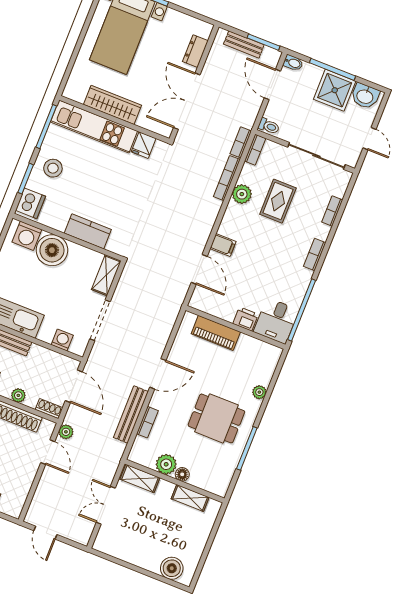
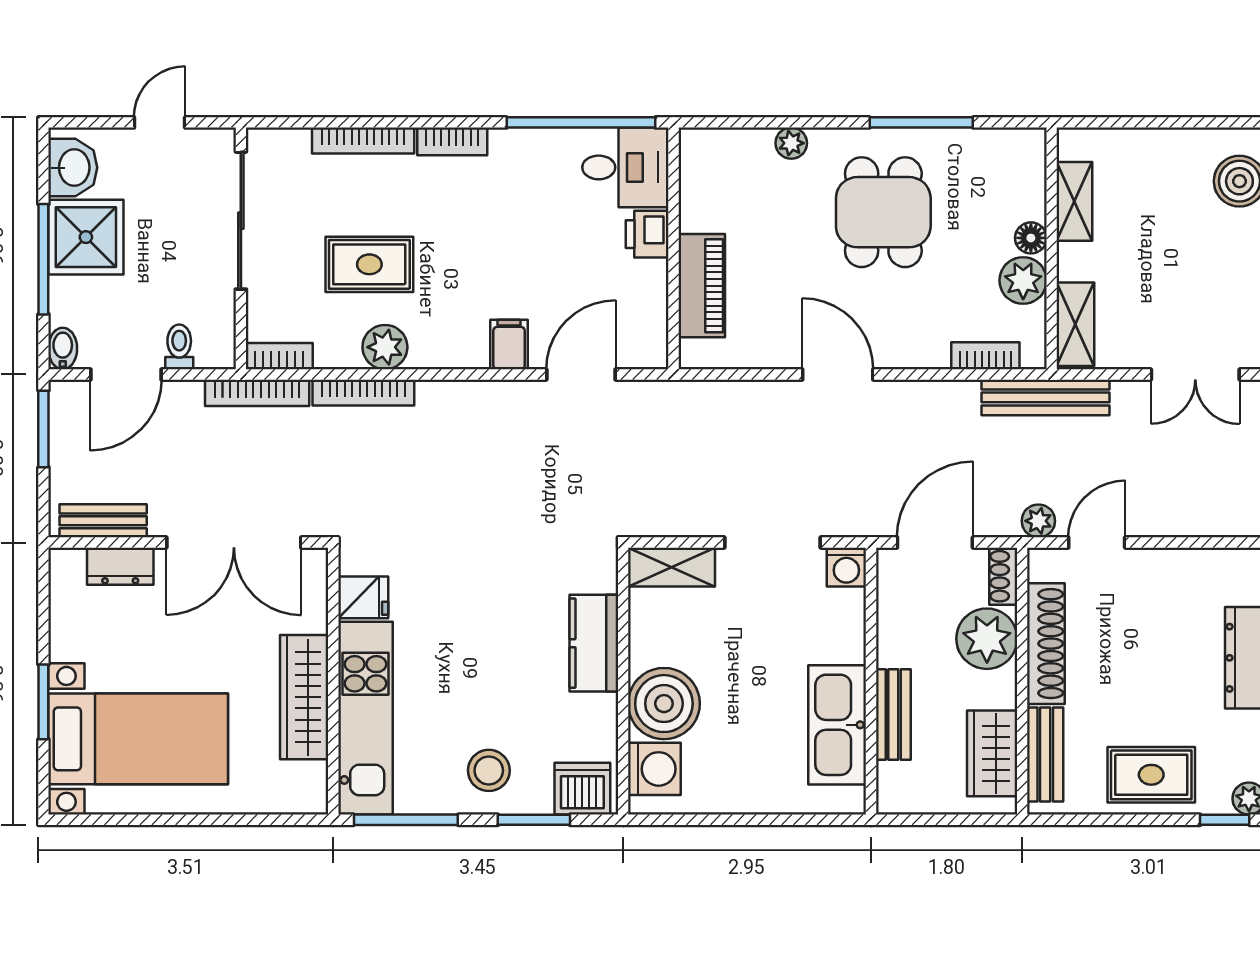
bench: (244, 44) -> (103, 521), moved, turned 90
toilet: (269, 126) -> (179, 347), moved
bookcase: (241, 142) -> (257, 393), width x1.56
bookcase: (332, 211) -> (363, 141), width x1.56
washing machine: (62, 340) -> (846, 567), moved, turned -90
plant: (18, 395) -> (987, 639), width x1.88, depth x1.88
bench: (131, 415) -> (1045, 397), moved
bookcase: (147, 422) -> (985, 356), moved
double door: (106, 505) -> (1195, 374), moved

